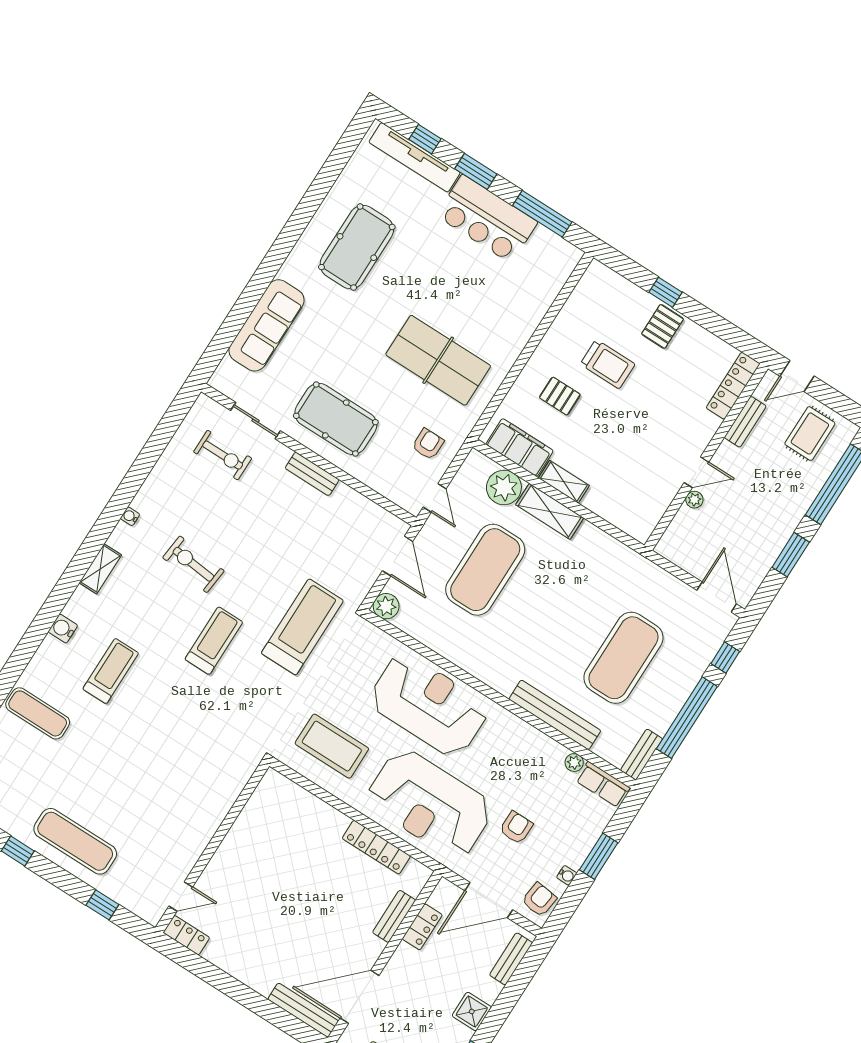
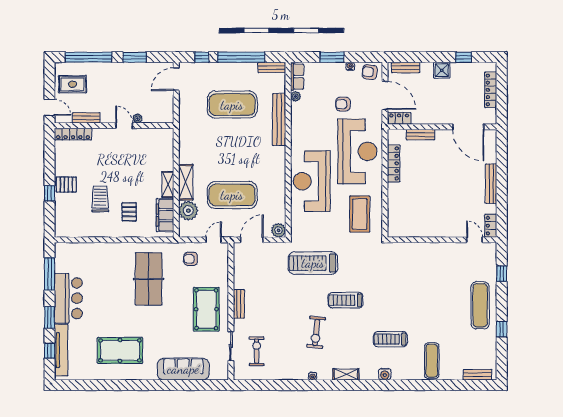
locker: (422, 927) -> (399, 118), moved
bench: (303, 1010) -> (491, 184), moved

